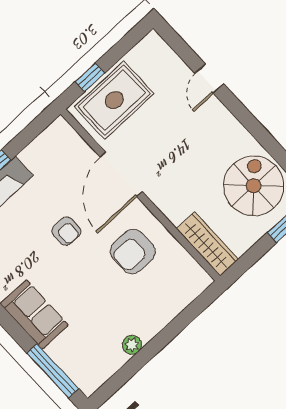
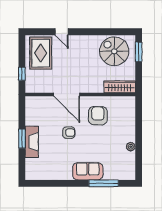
rug: (114, 100) -> (41, 53), moved
armchair: (133, 251) -> (98, 116), turned 180
window: (53, 371) -> (104, 183), moved

